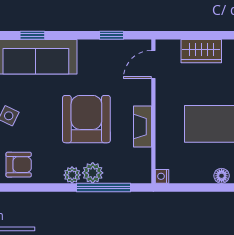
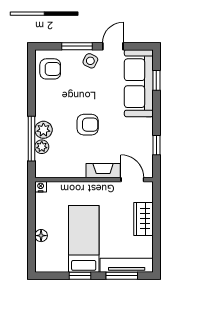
armchair: (86, 119) -> (88, 125), width x0.53, depth x0.53
fireplace: (143, 127) -> (103, 171), moved
armchair: (19, 165) -> (50, 69), turned -90
plant: (72, 175) -> (42, 147), moved

